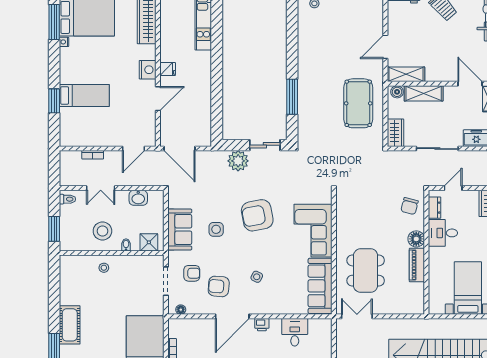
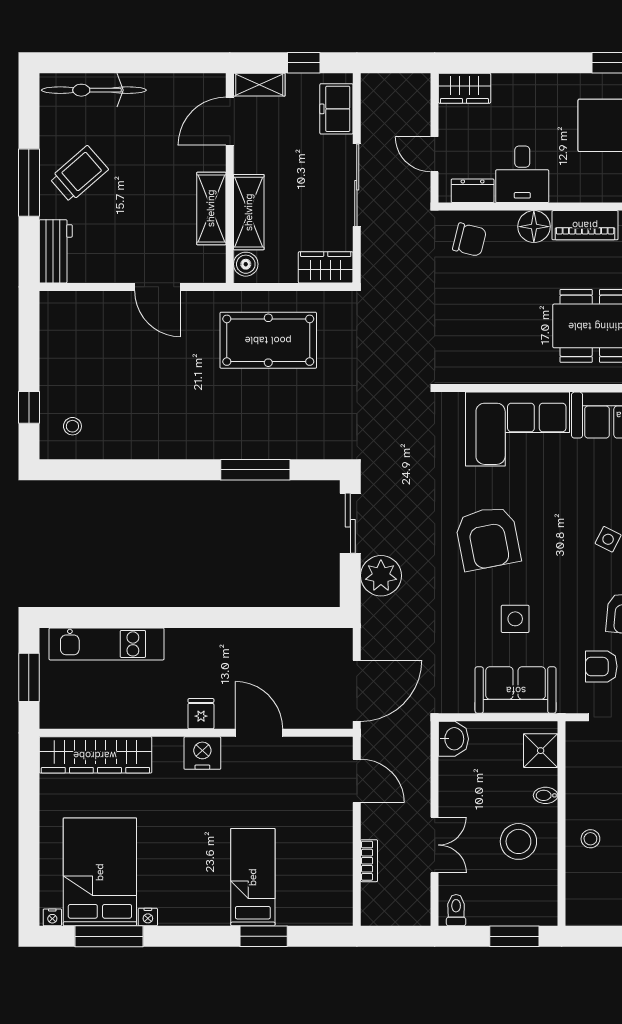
shelving: (406, 74) -> (211, 208), moved
washbasin: (138, 198) -> (453, 739), moved
armchair: (192, 273) -> (601, 666), turned -90

